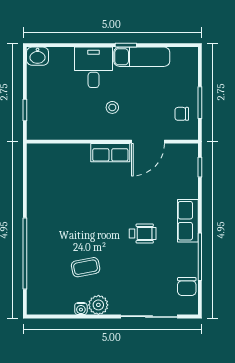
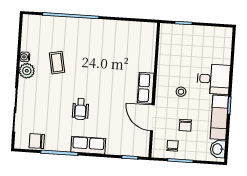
washbasin: (38, 56) -> (218, 149), moved
chair: (154, 99) -> (185, 125), added

